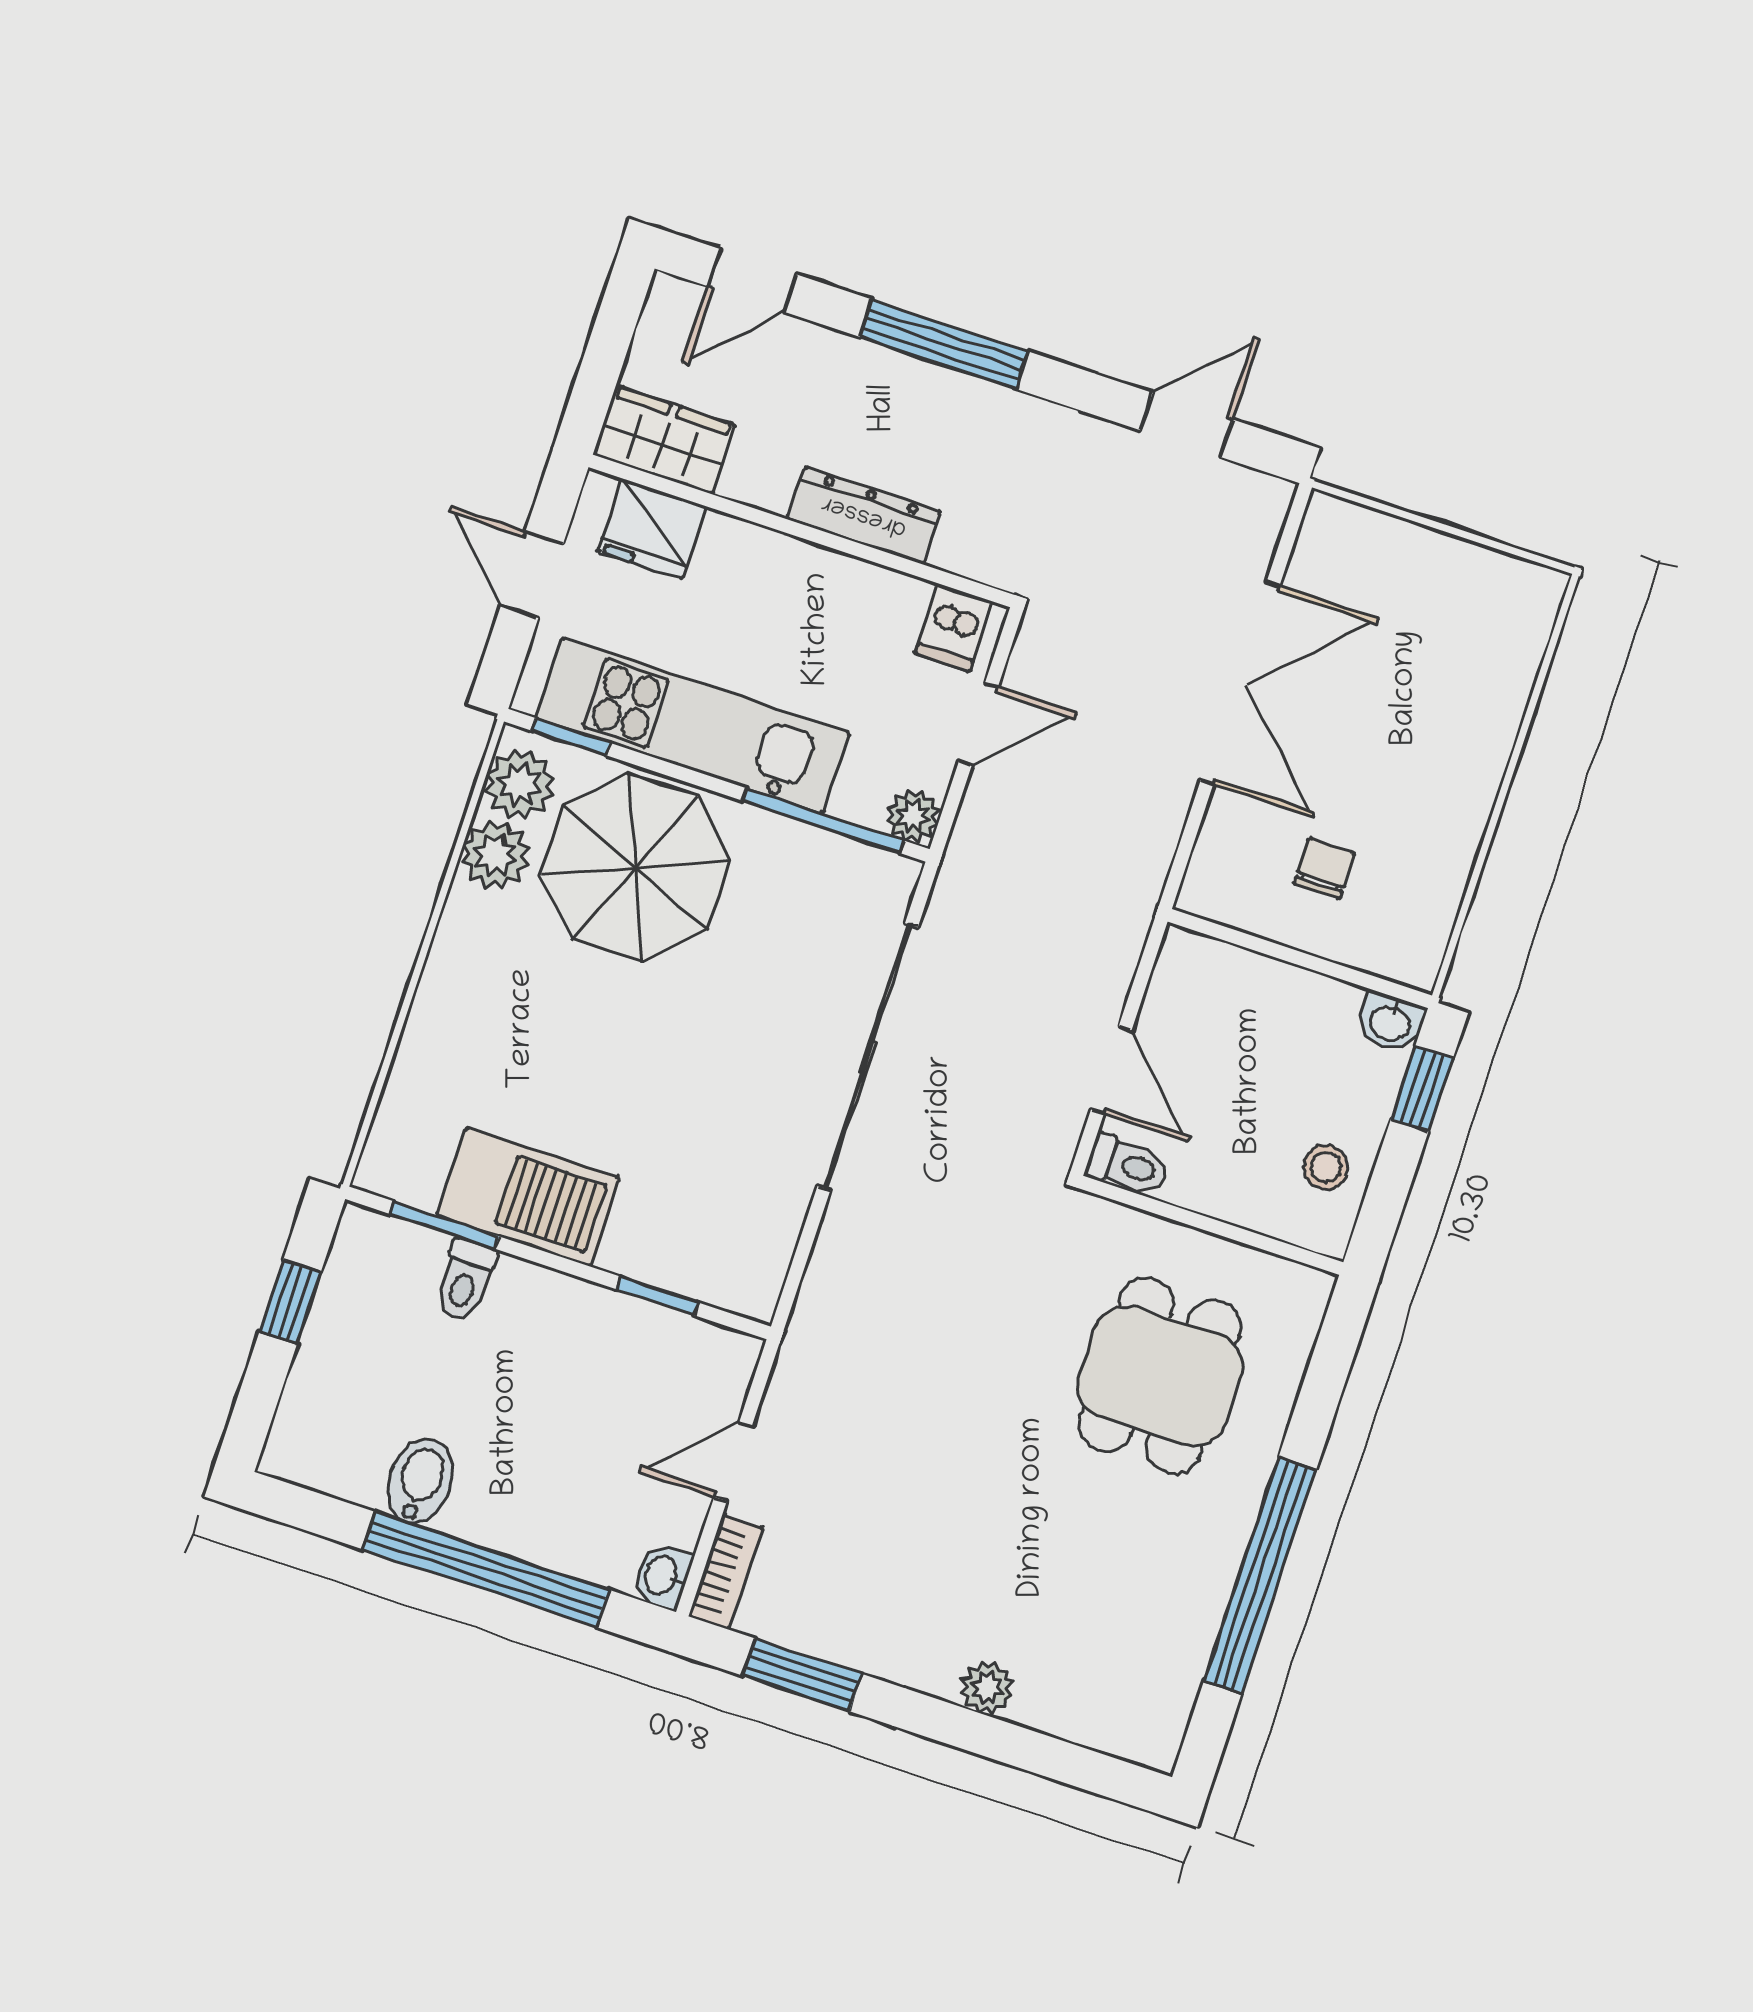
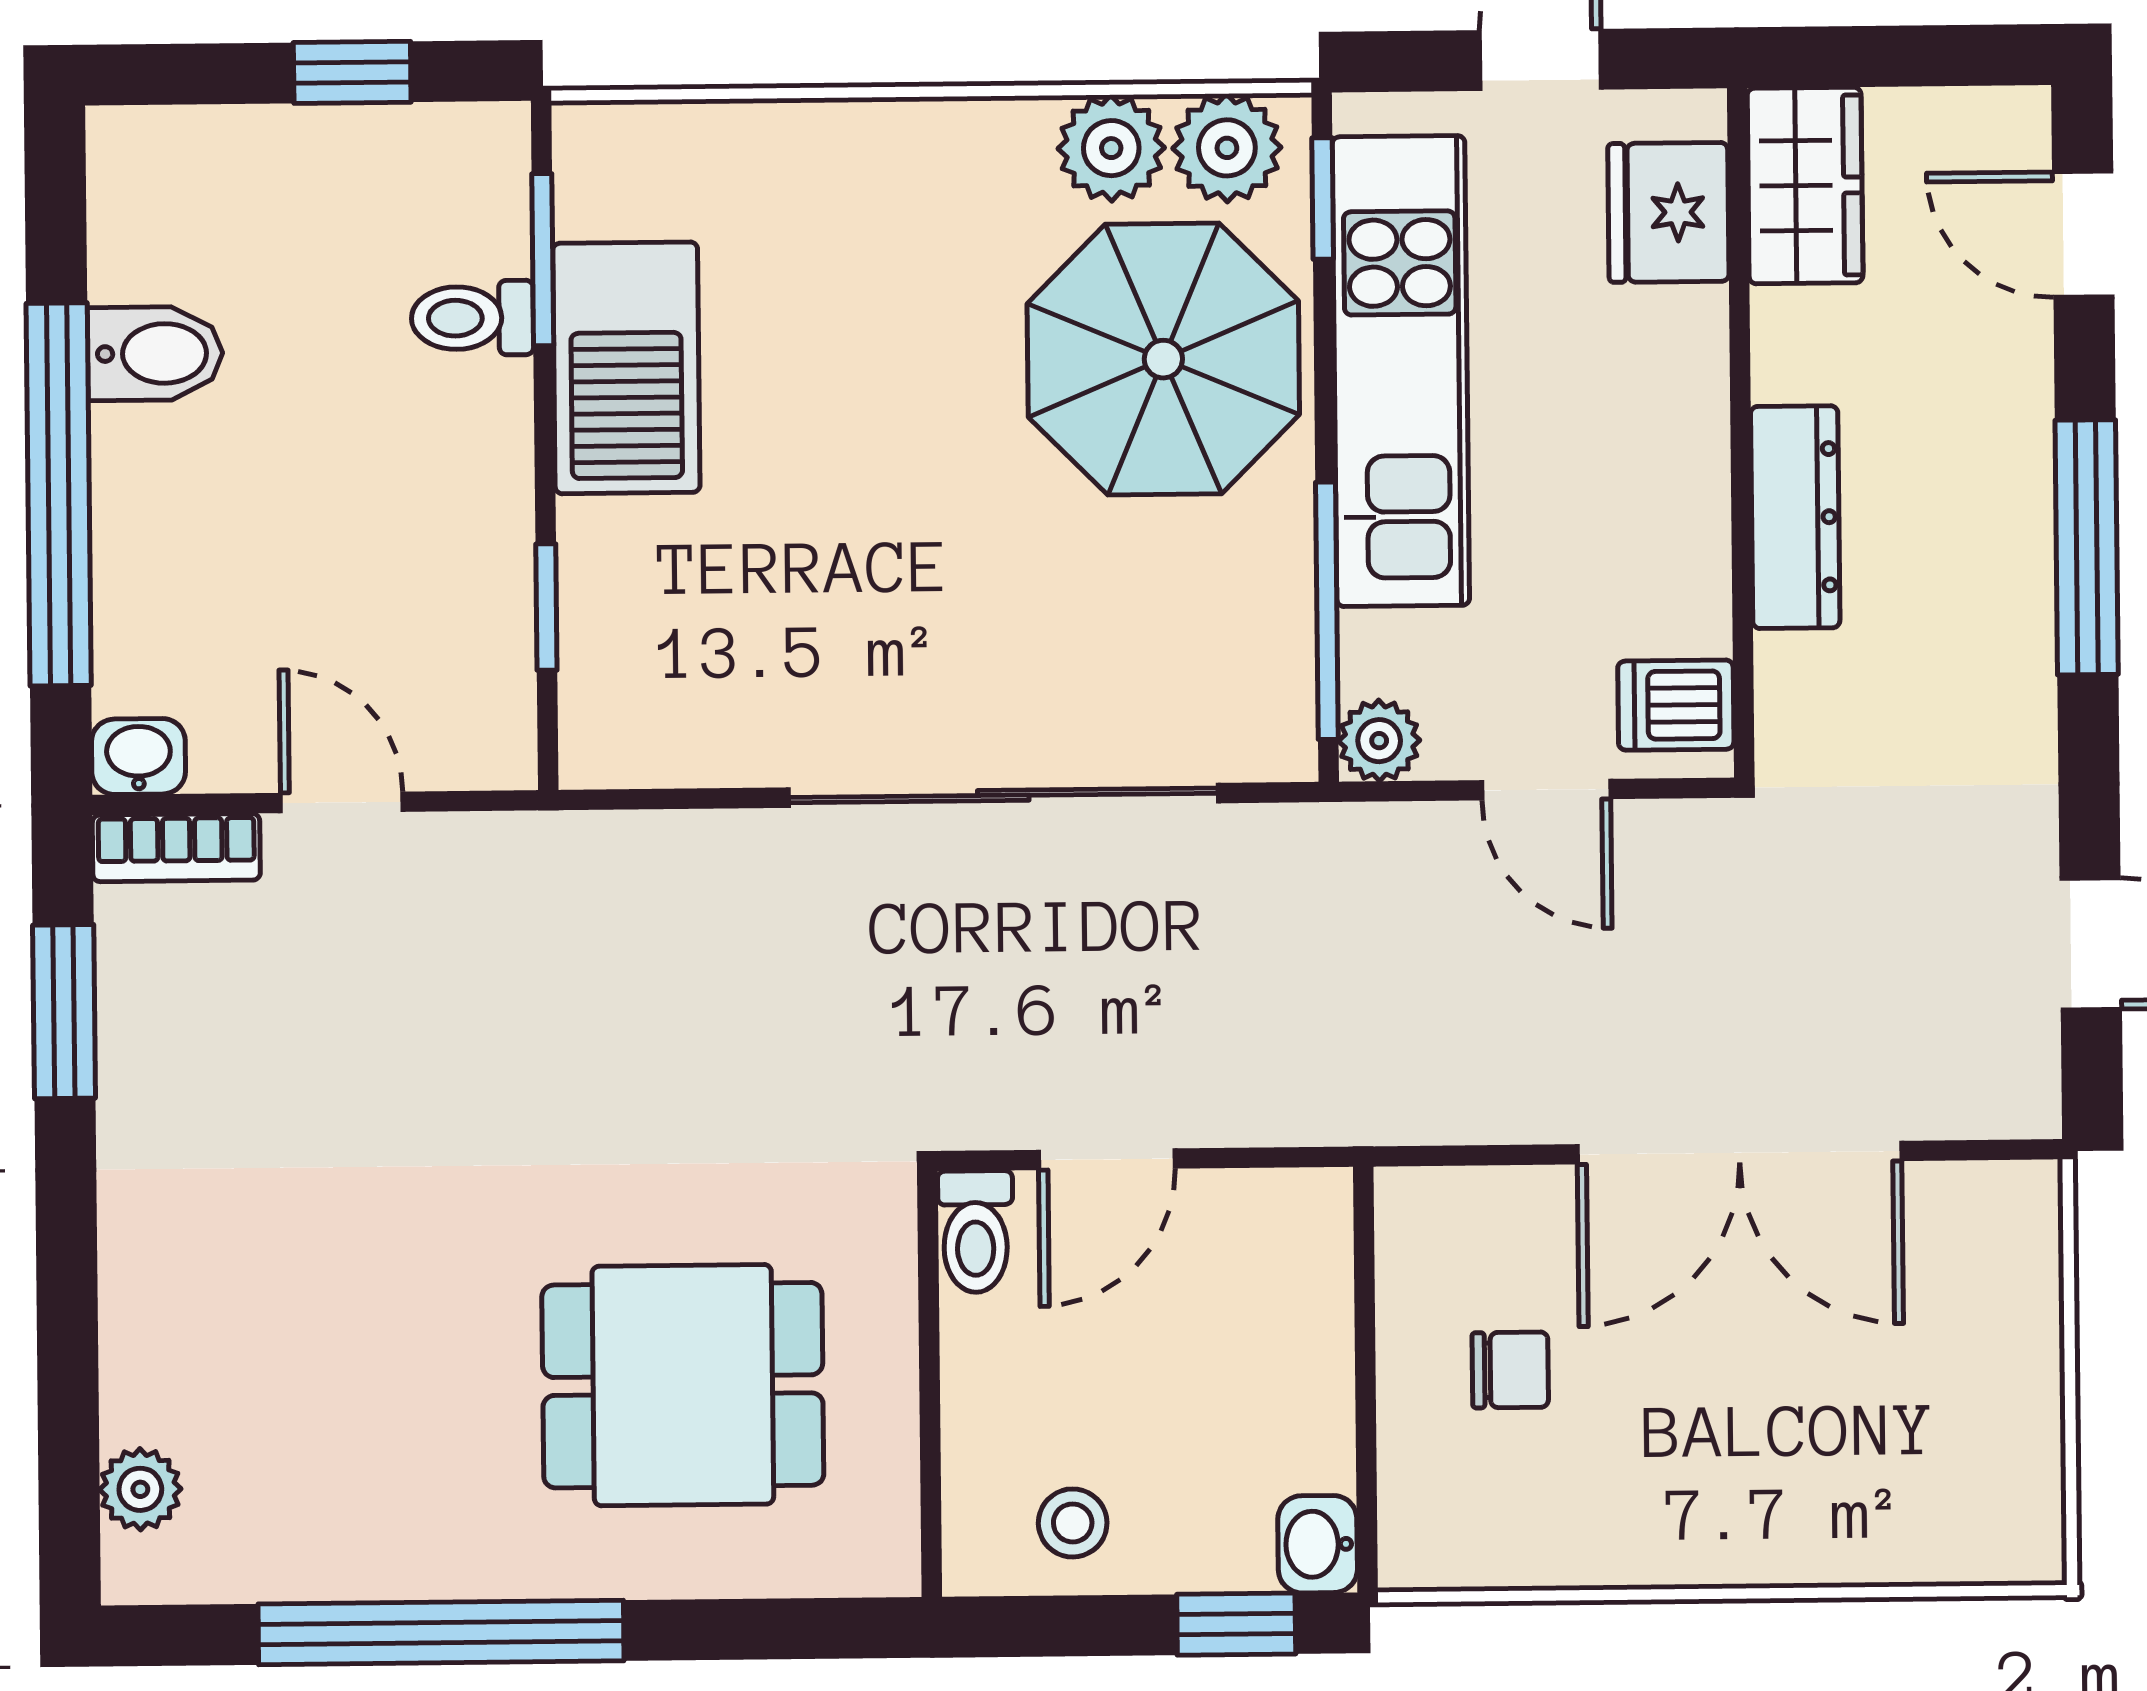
plant: (987, 1688) -> (140, 1489), moved

